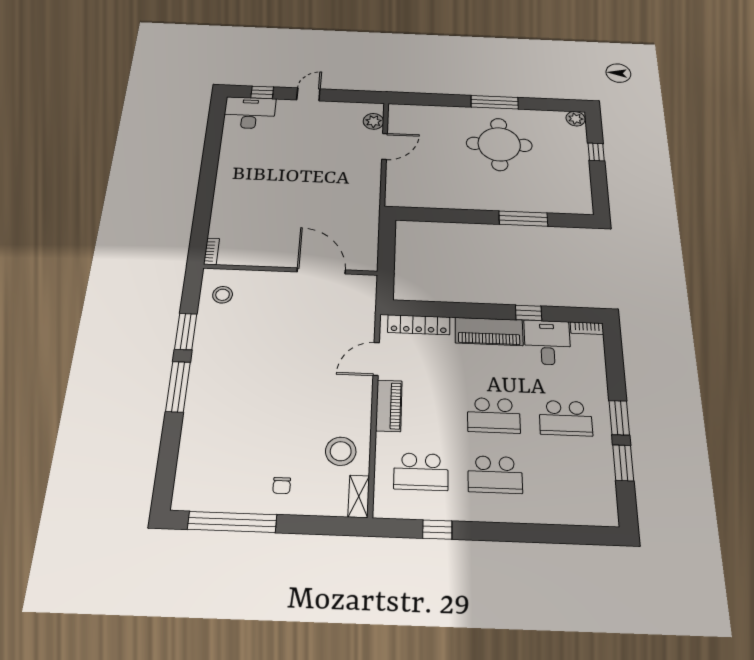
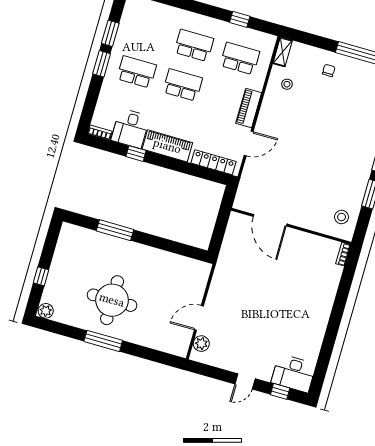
stool: (341, 451) -> (287, 84), width x0.53, depth x0.53

